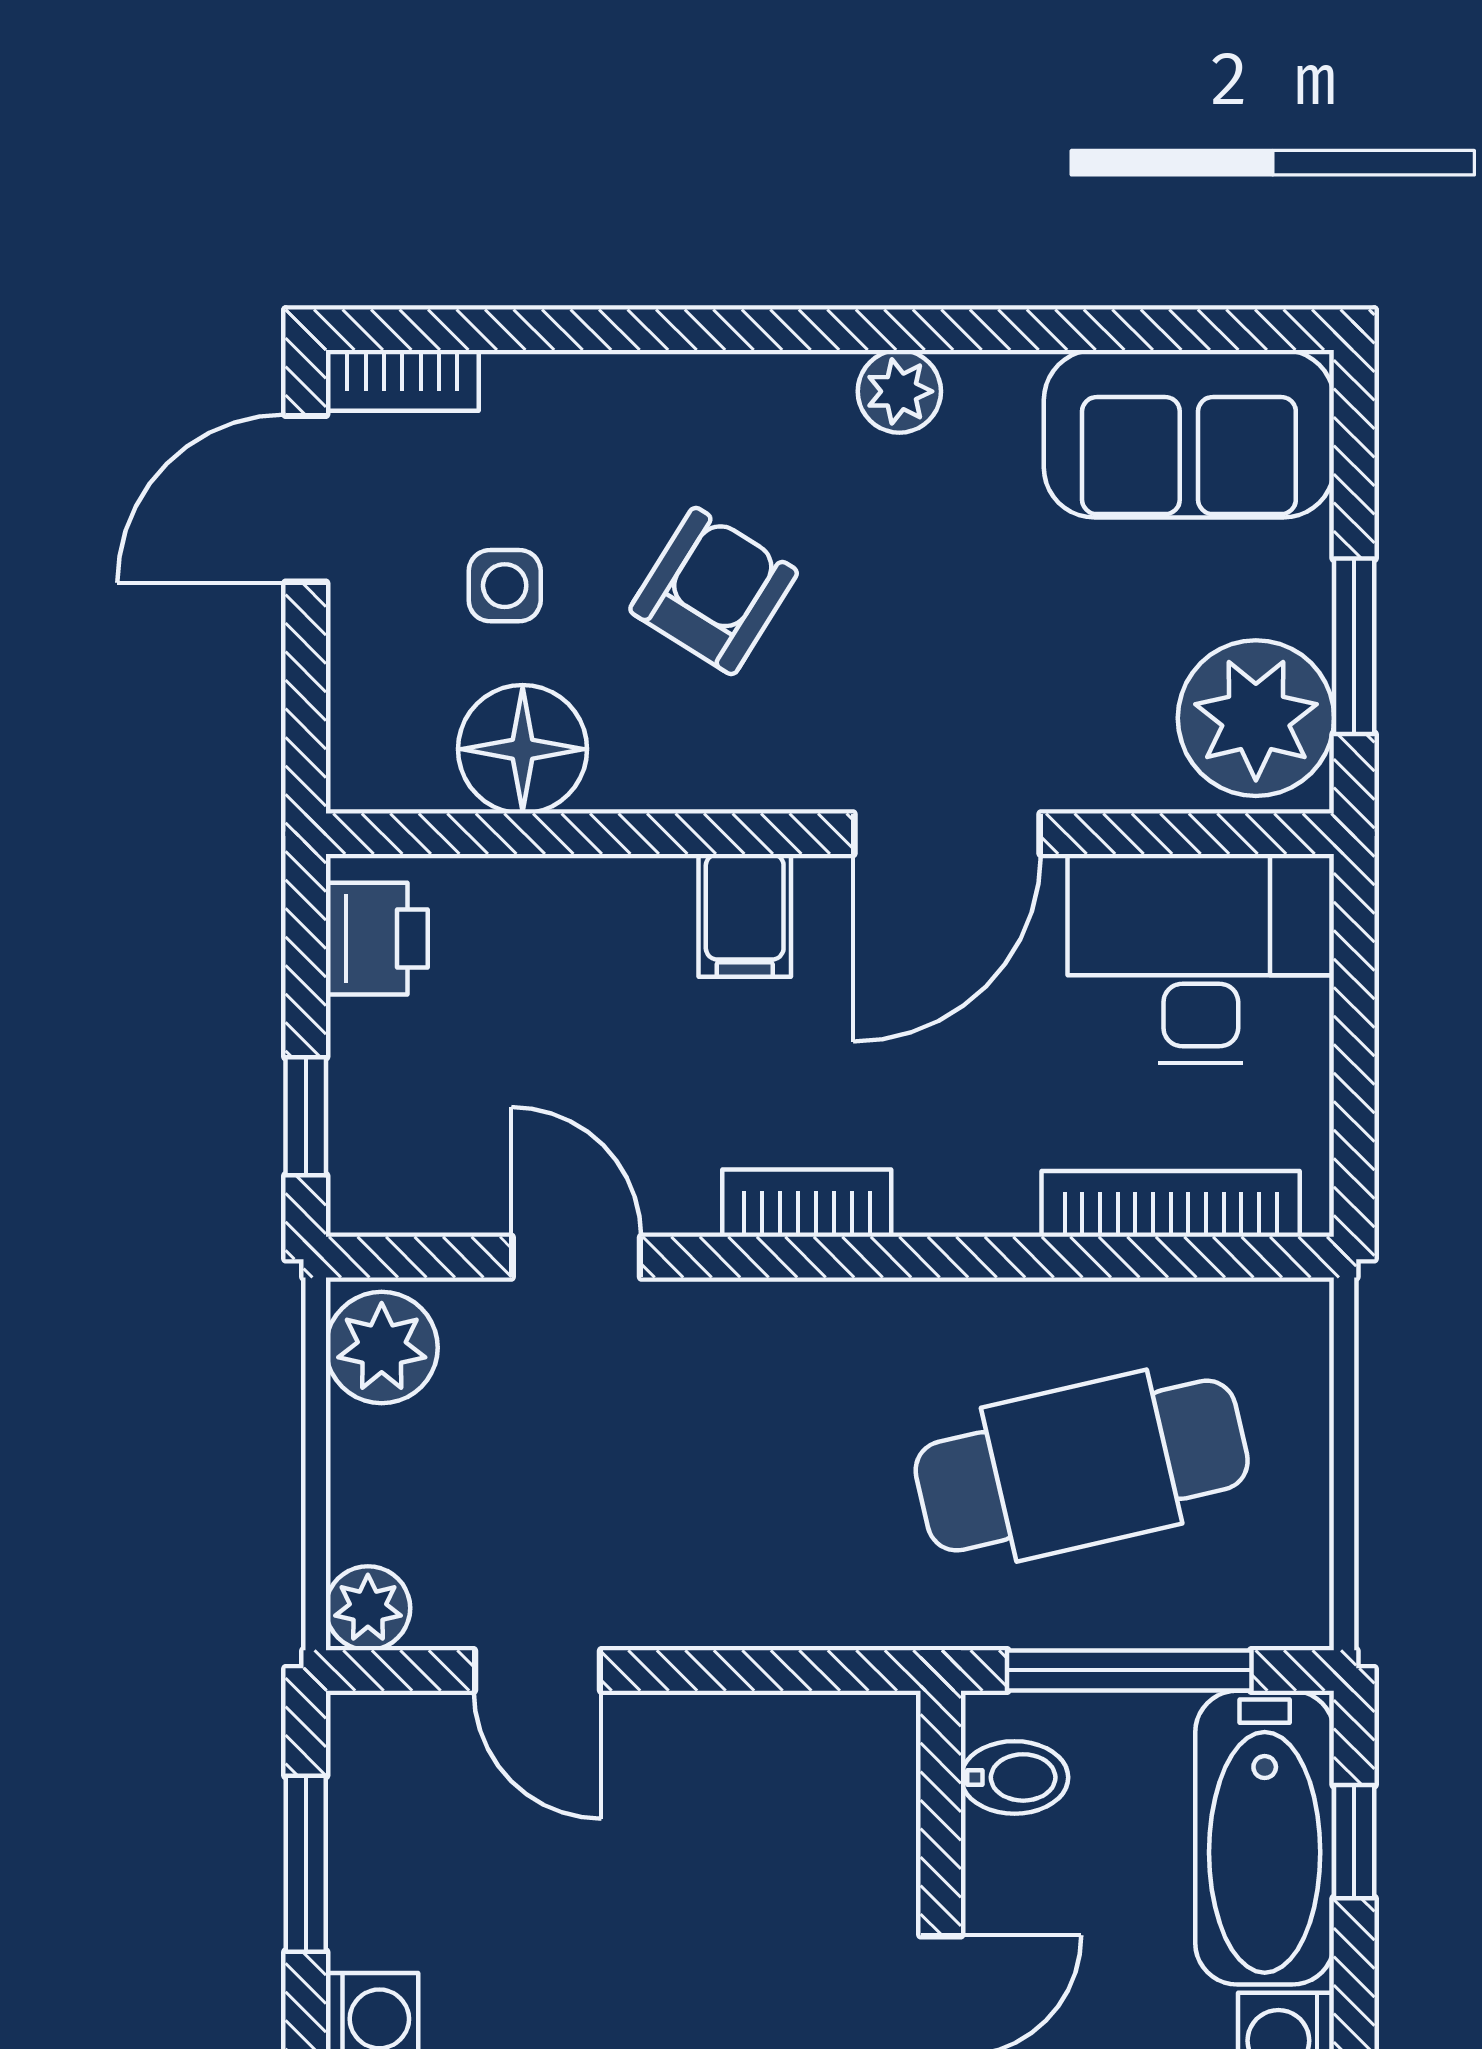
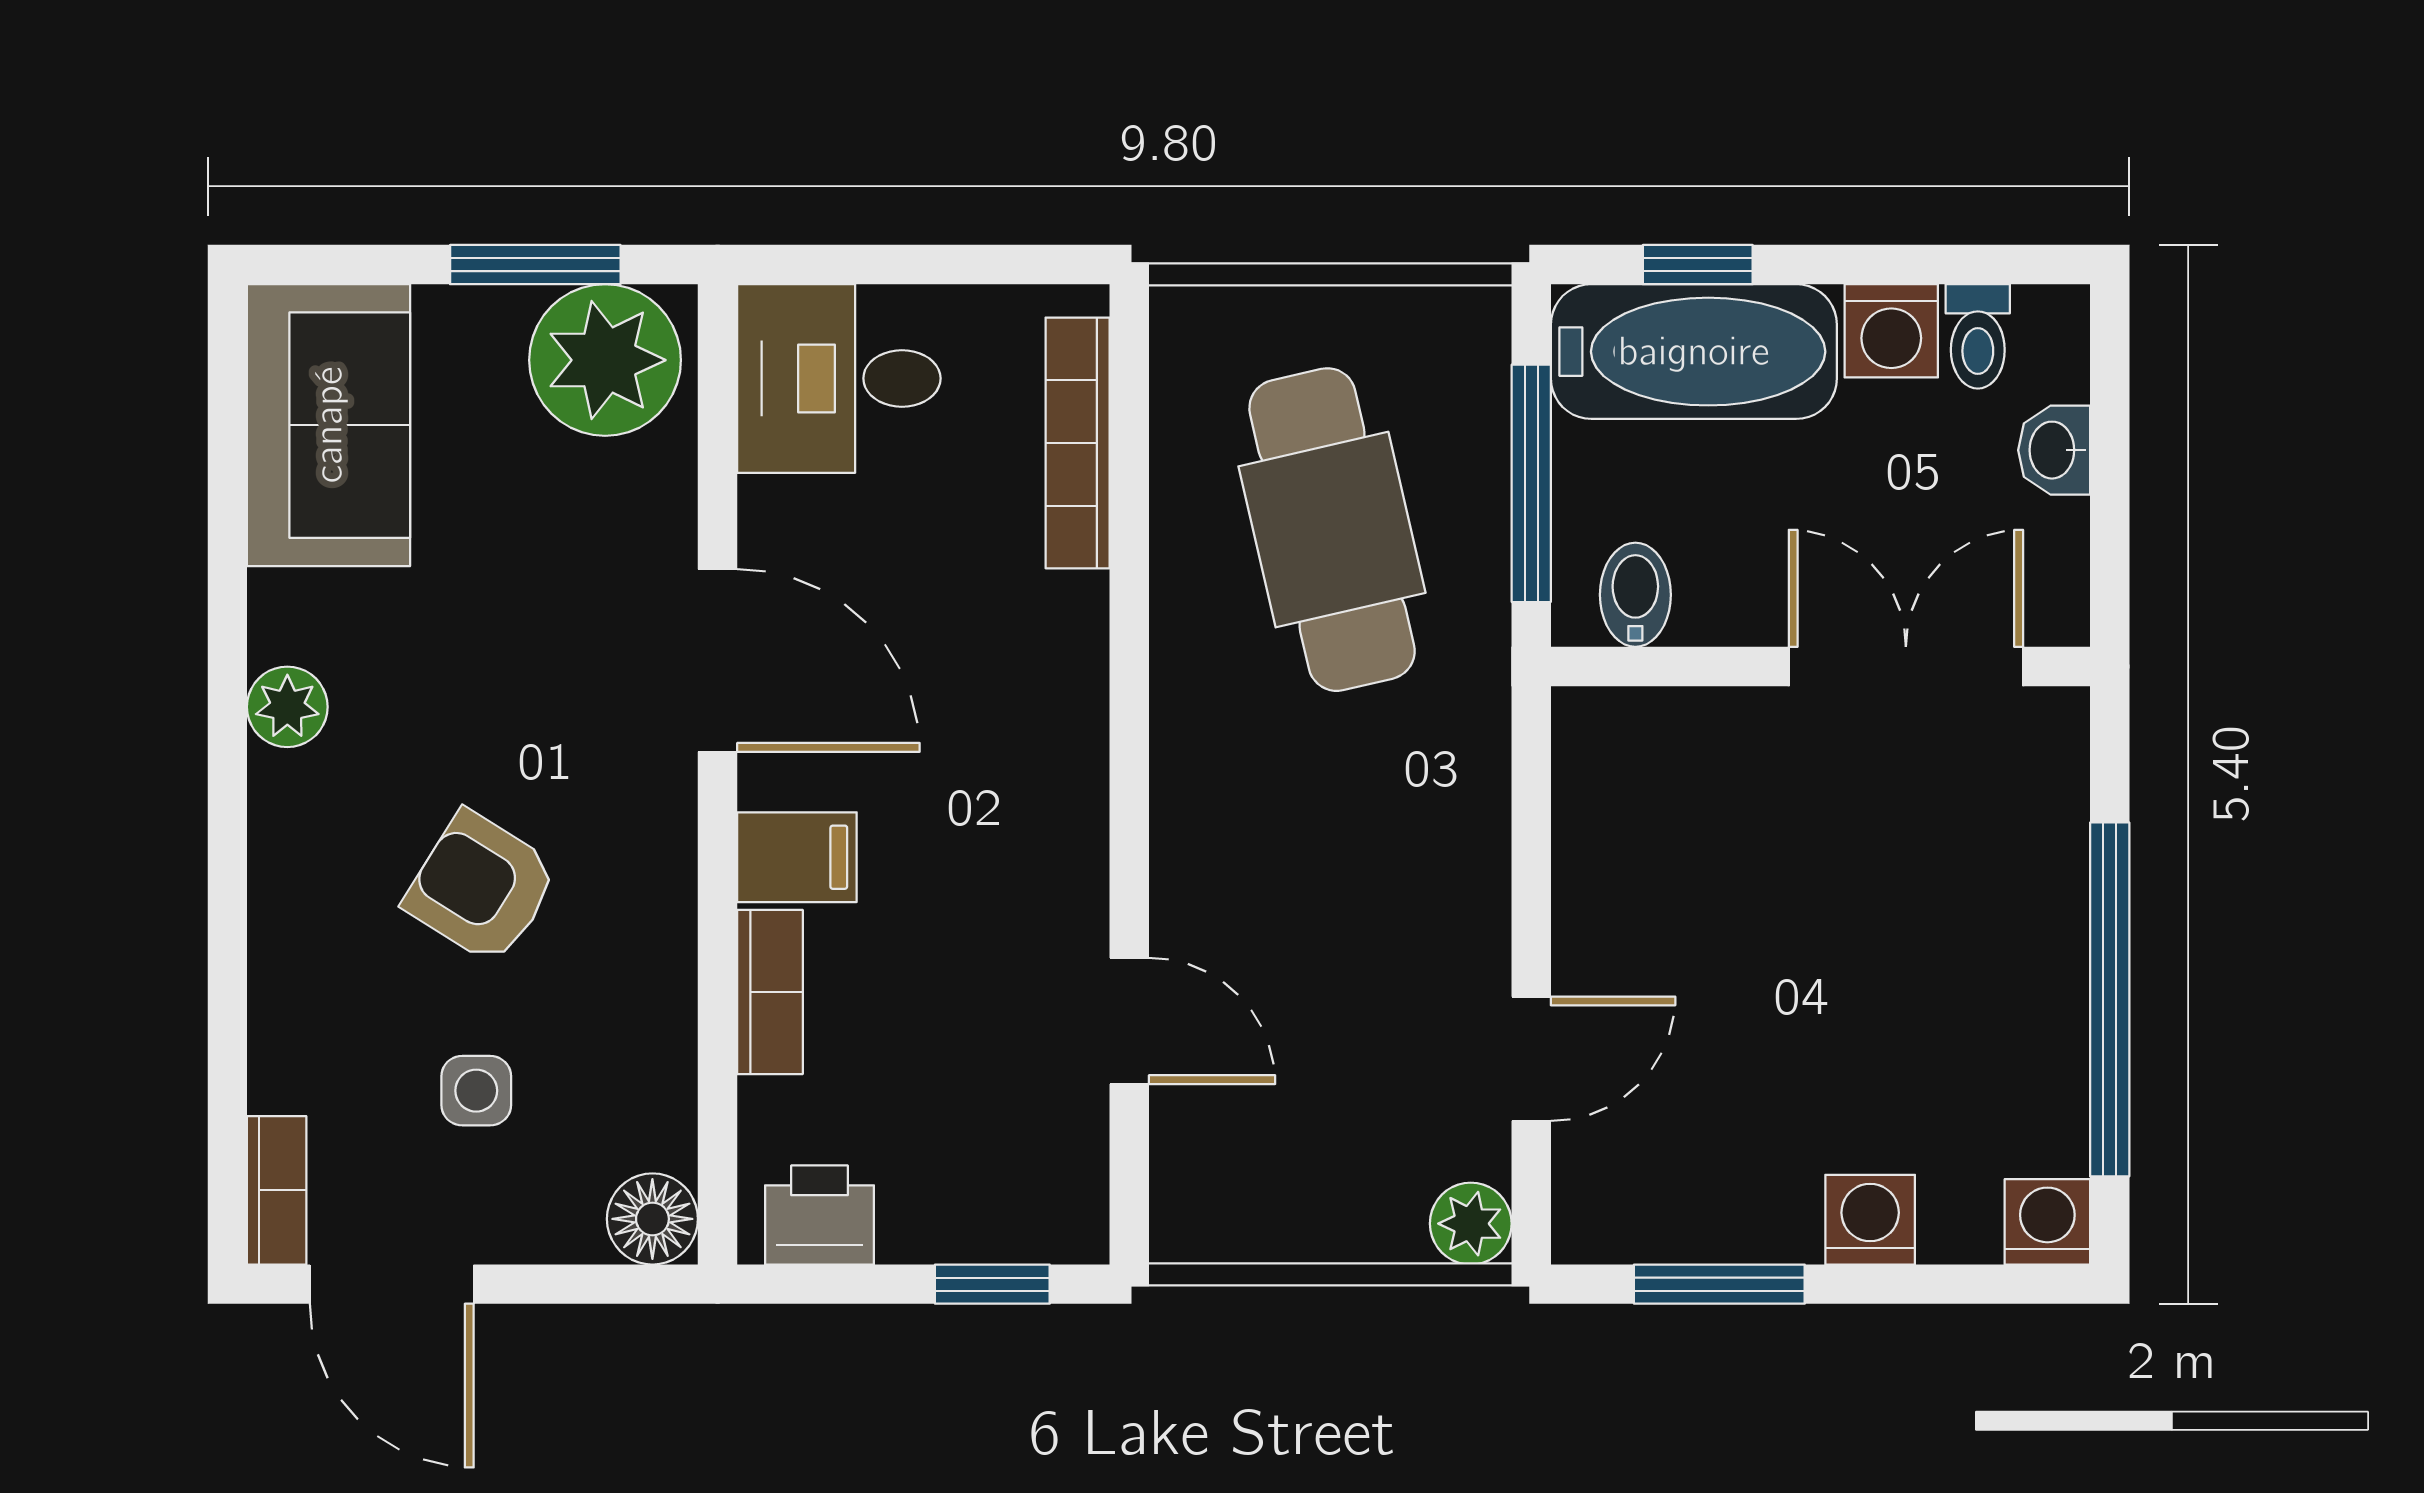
floor lamp: (523, 749) -> (652, 1219), moved, width x0.73, depth x0.73
desk: (1201, 959) -> (839, 378), width x0.73
bookcase: (807, 1203) -> (770, 992), moved, turned 180
door: (576, 1257) -> (1129, 1021), swing flipped
plant: (382, 1348) -> (1217, 1210), removed

